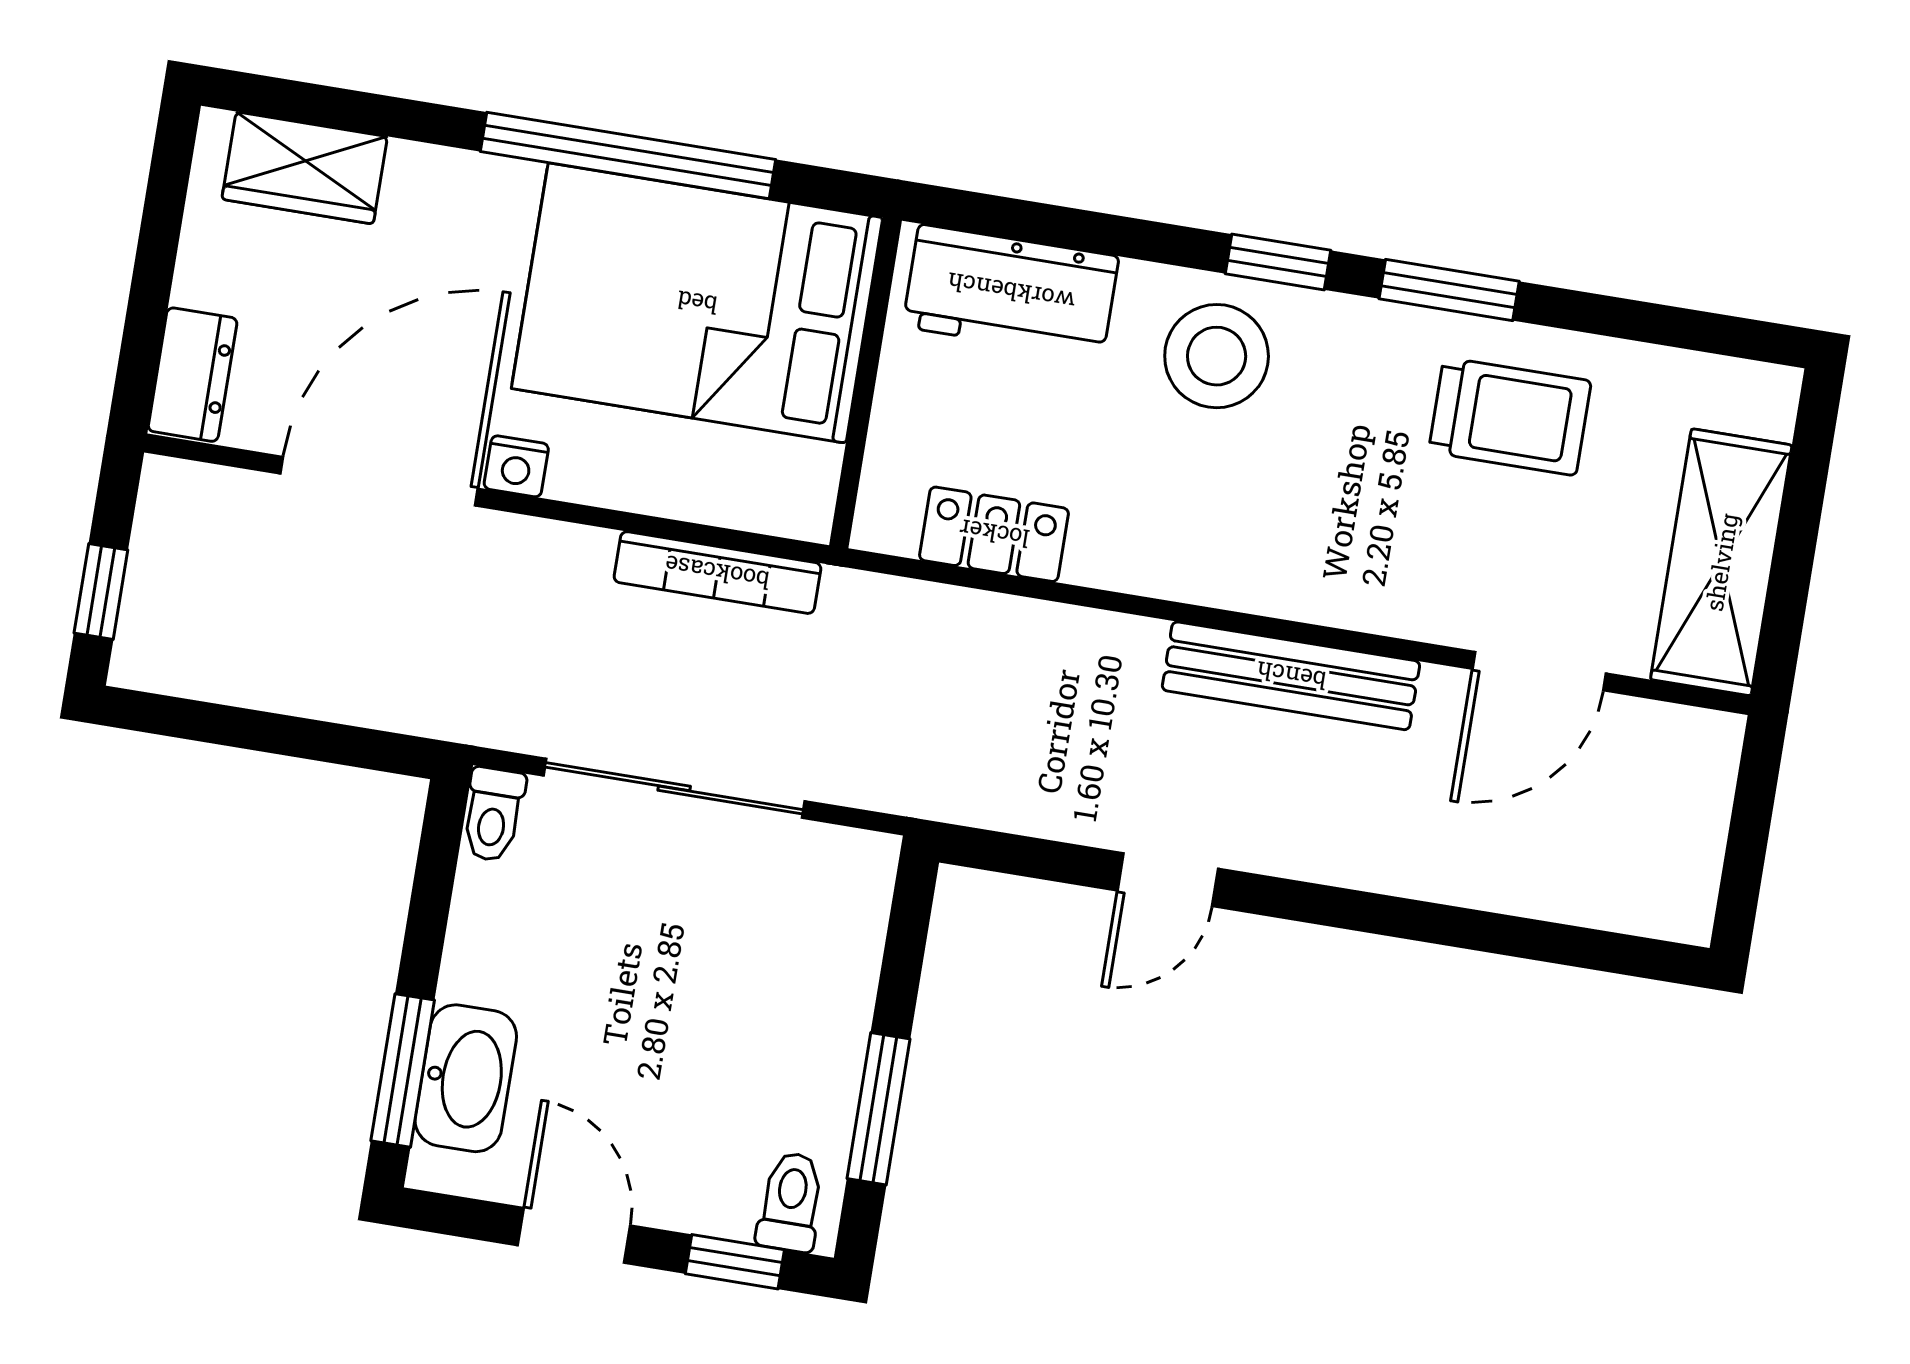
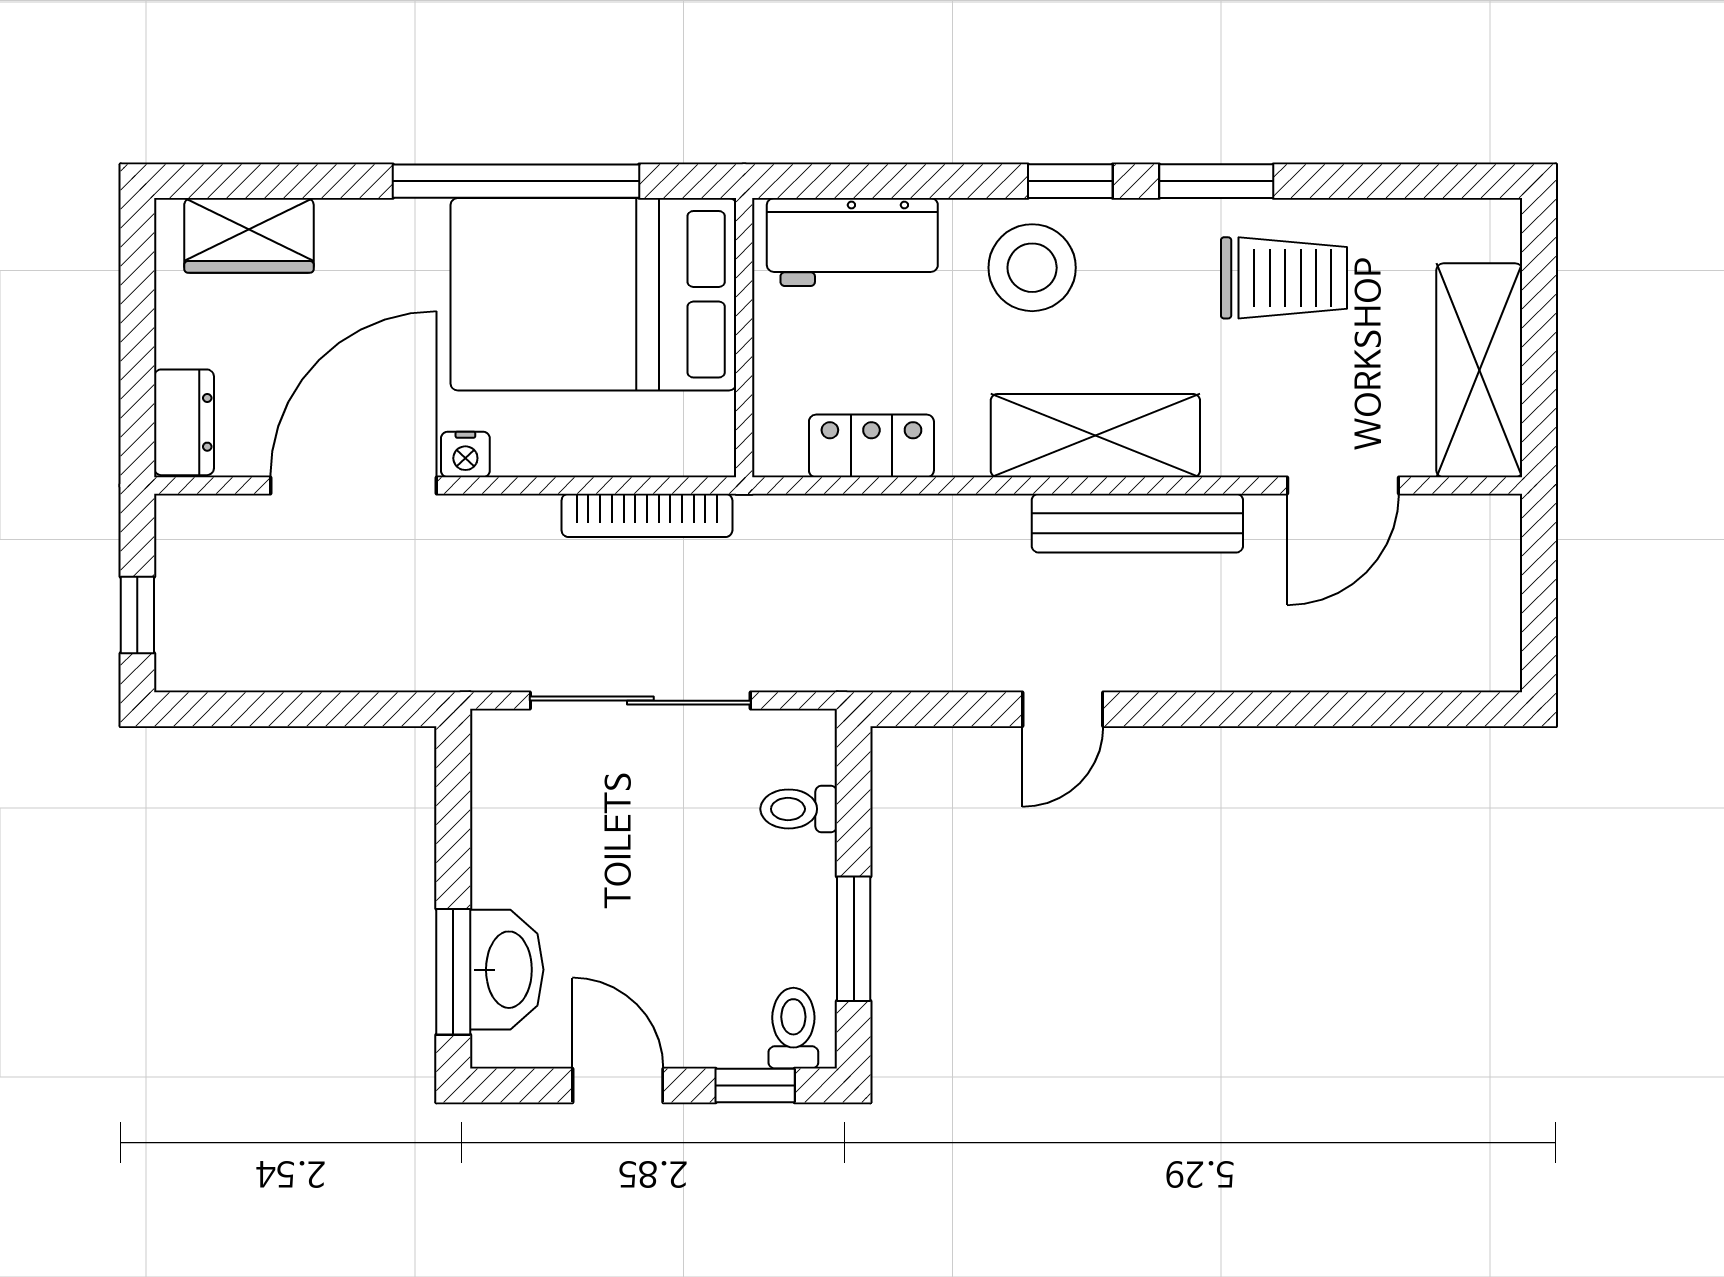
shelving: (1258, 565) -> (1095, 436), added
toilet: (493, 814) -> (799, 809), moved, turned 90

